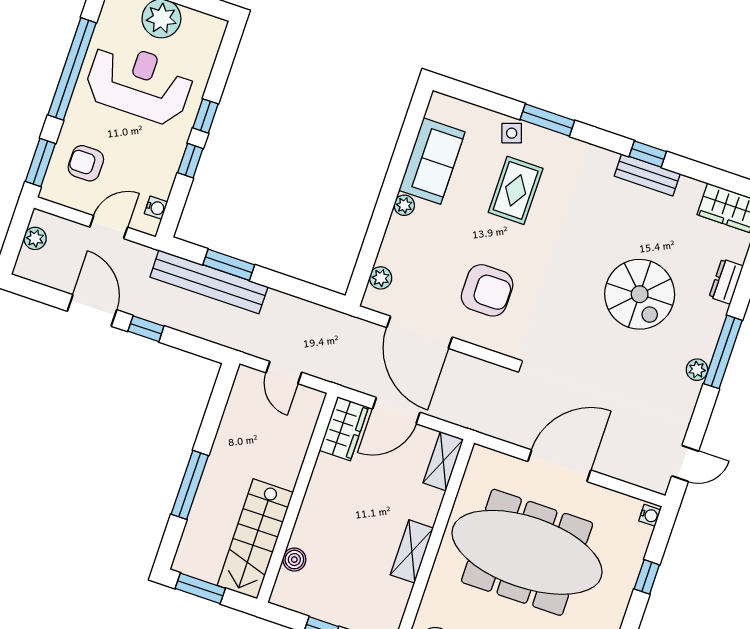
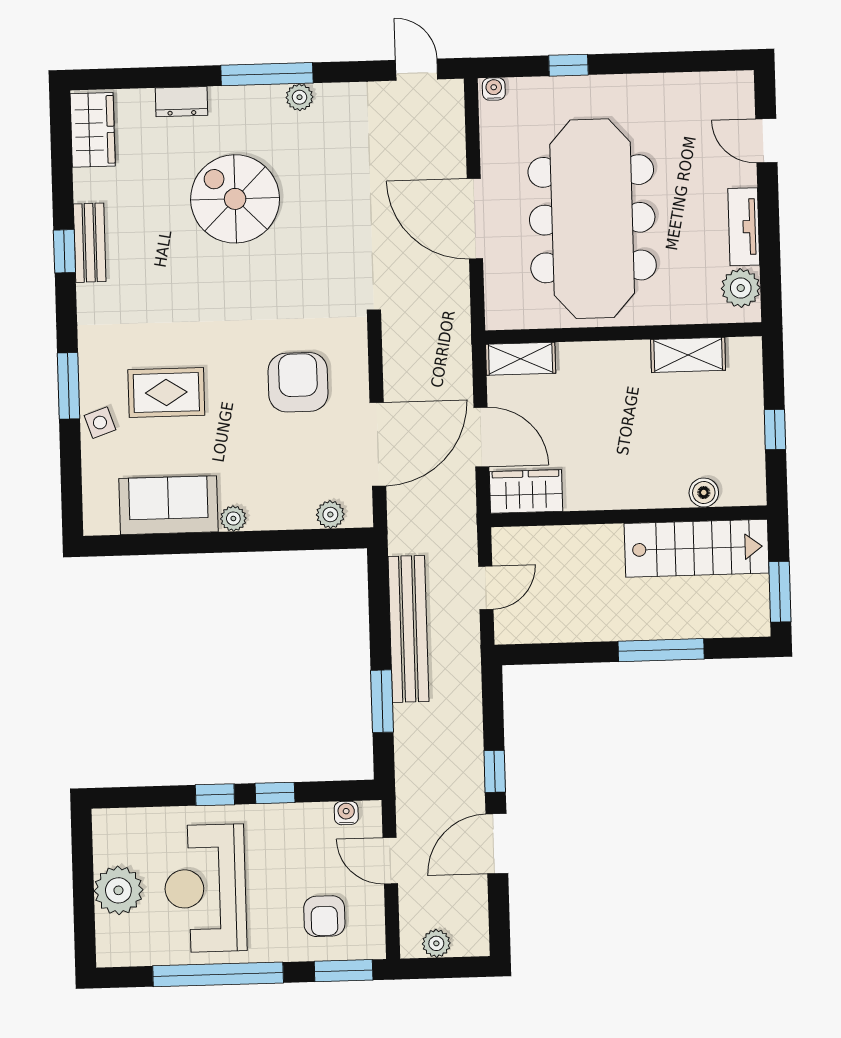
bench: (209, 282) -> (408, 629), moved
spiral stairs: (640, 294) -> (235, 199), turned -90
shelving: (412, 551) -> (688, 355), moved

